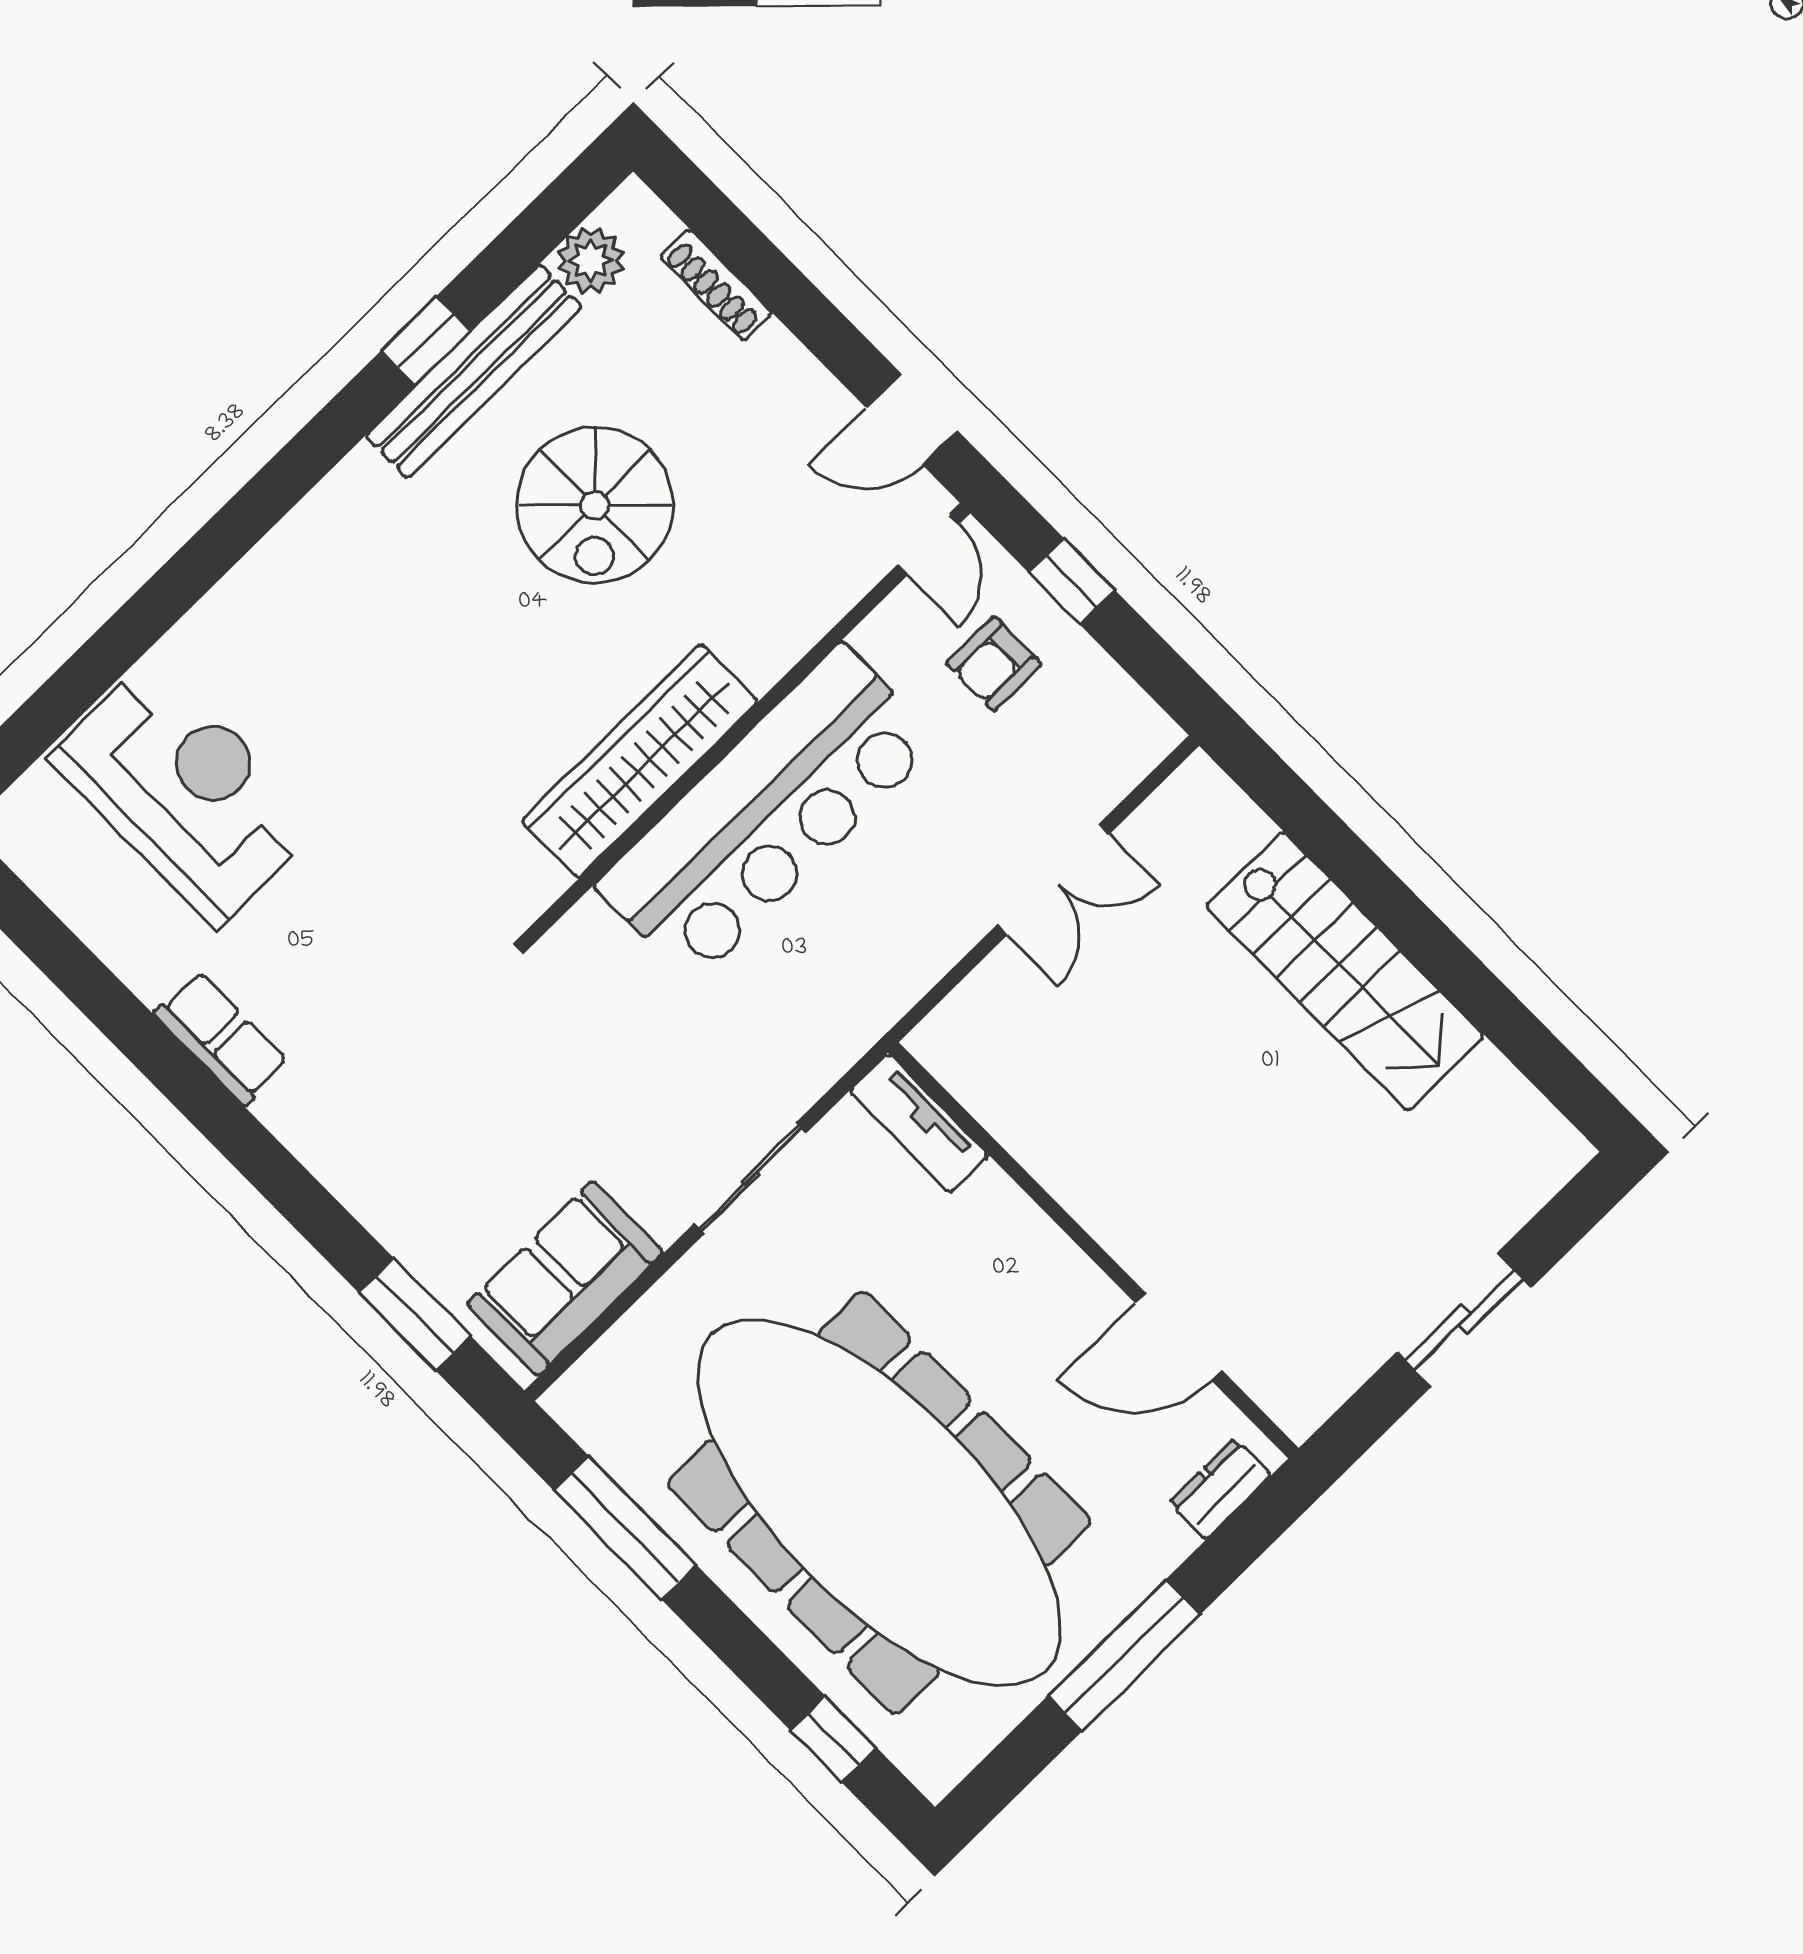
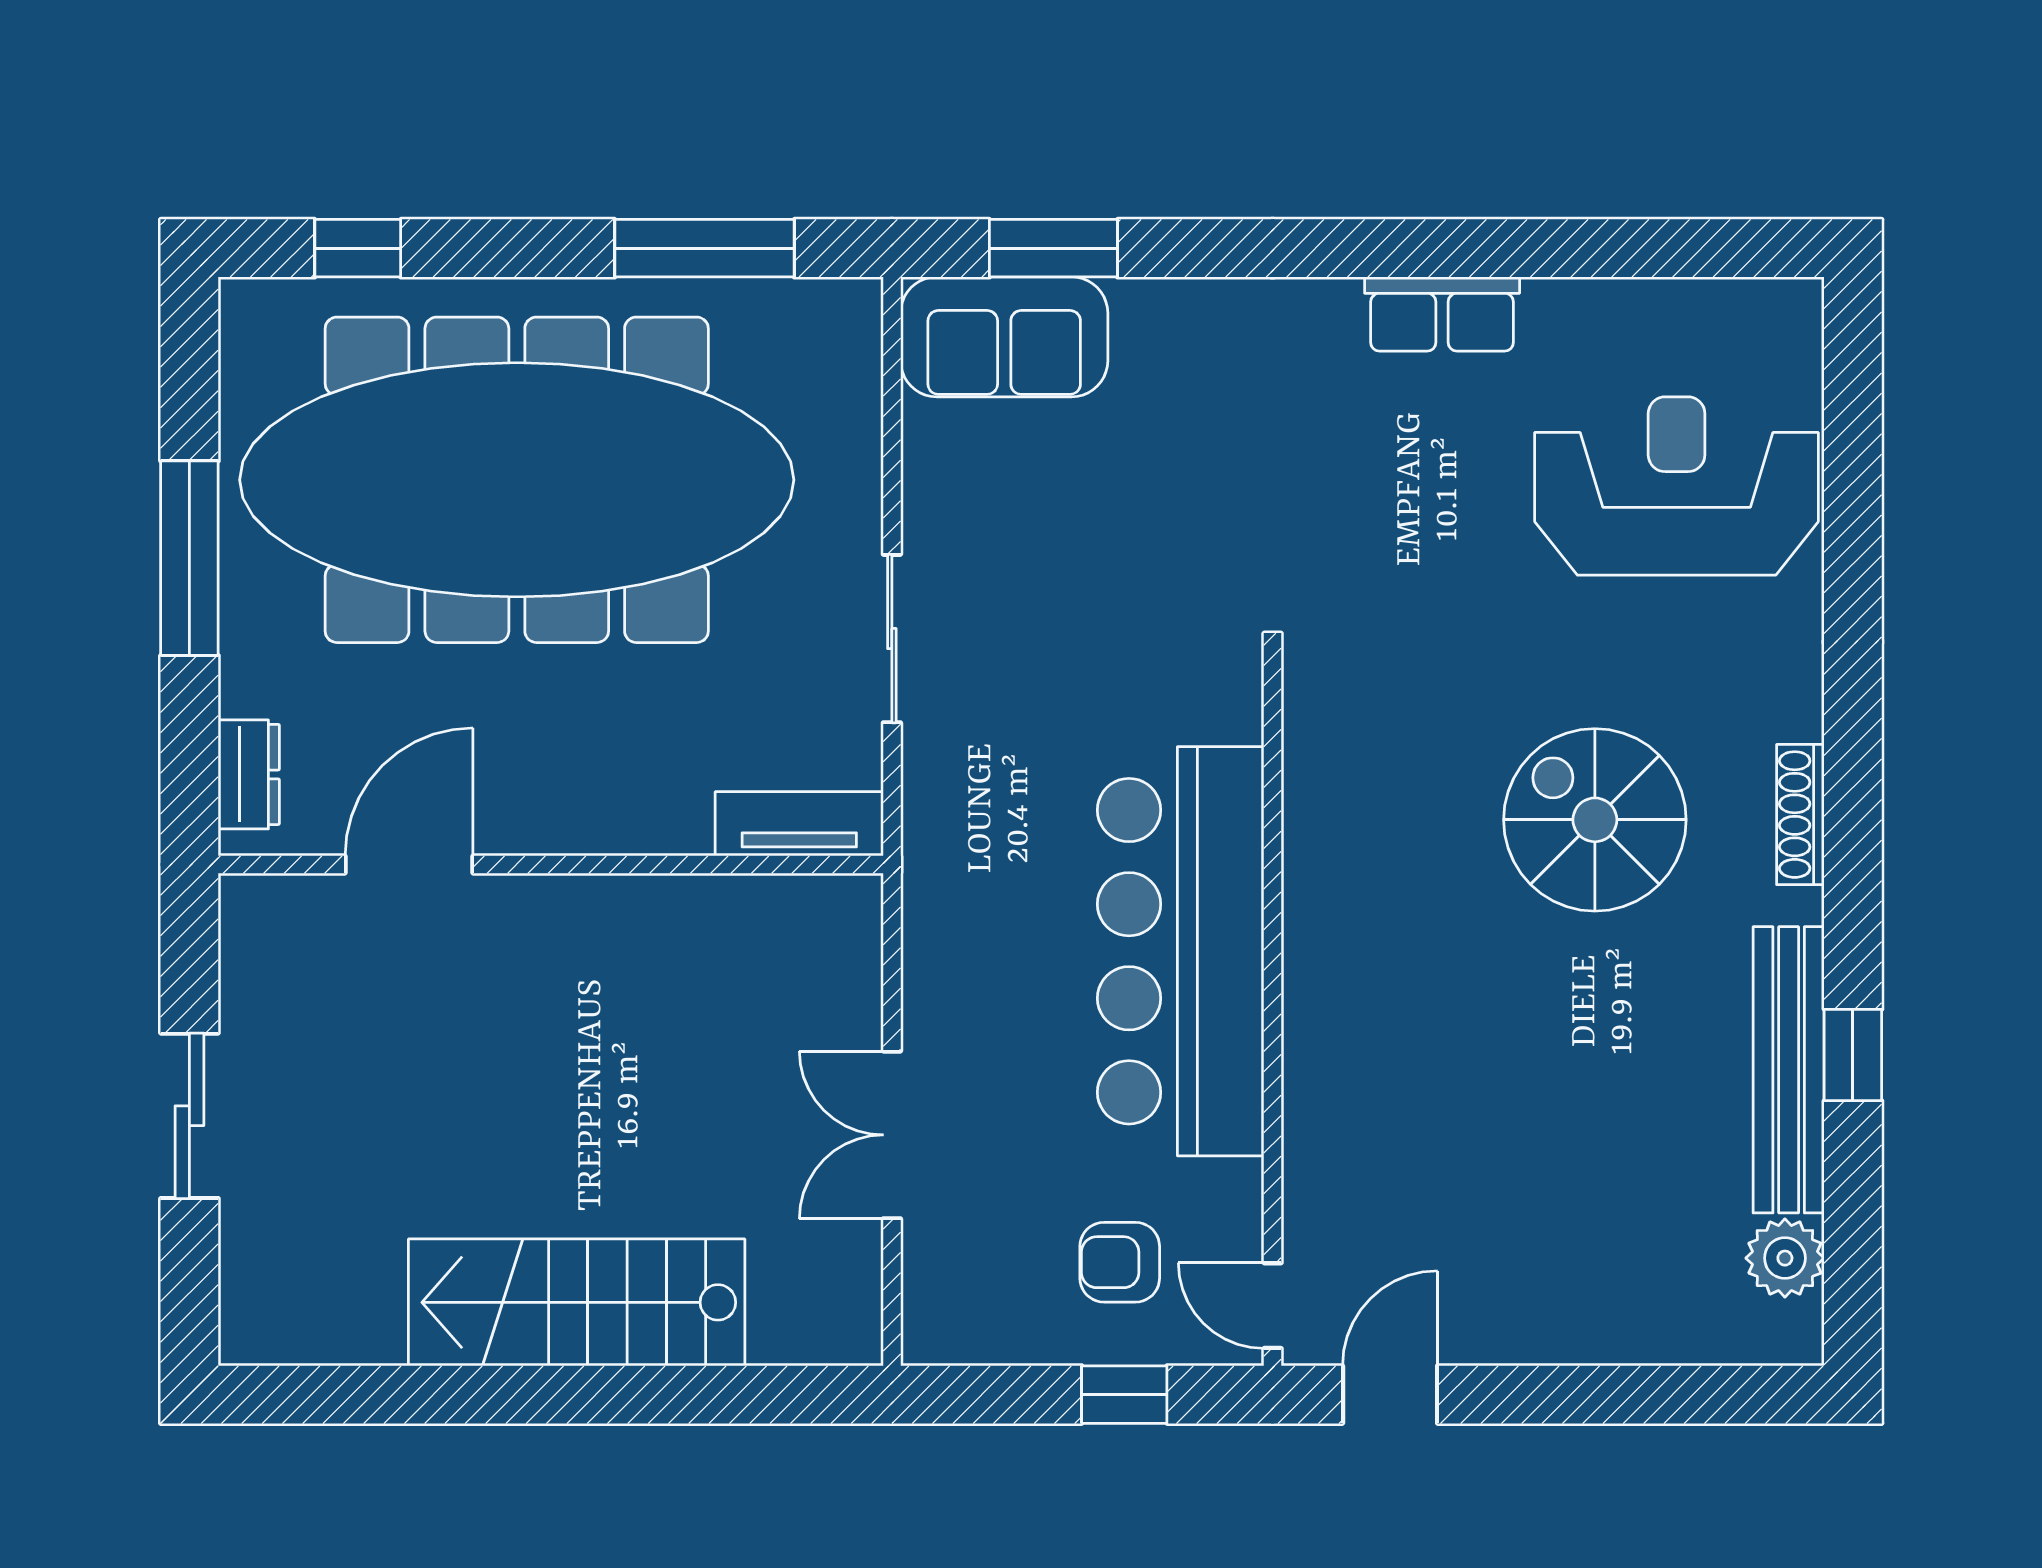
shoe rack: (716, 285) -> (1800, 815), moved, turned -90
spiral stairs: (595, 505) -> (1595, 820), moved
armchair: (994, 664) -> (1120, 1262), turned -90
wardrobe: (640, 761) -> (1329, 888), removed
reception desk: (185, 791) -> (1677, 486), turned 180
sofa: (565, 1278) -> (1004, 337), moved, turned 90

